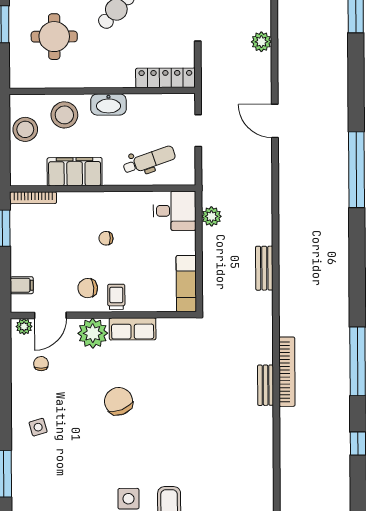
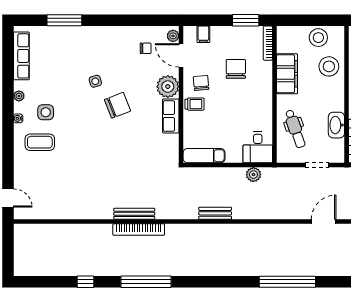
washbasin: (108, 104) -> (336, 125), moved
chair: (106, 238) -> (236, 69), moved, width x1.87, depth x1.87
bench: (266, 385) -> (134, 214), width x1.36
side table: (38, 427) -> (95, 81), moved

